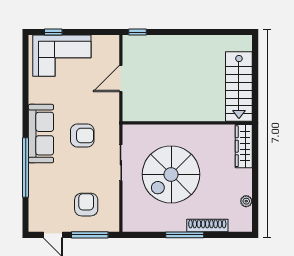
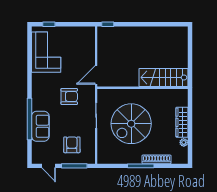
corner sofa: (62, 56) -> (46, 52), moved, turned -90
door: (121, 78) -> (96, 75), moved
stairs: (239, 87) -> (163, 77), moved, turned 90
sofa: (41, 134) -> (40, 126), moved, width x0.73
wardrobe: (244, 146) -> (182, 122), moved

